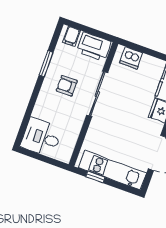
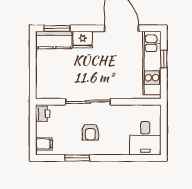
printer: (94, 47) -> (43, 114), width x0.53, depth x0.68
dishwasher: (131, 58) -> (44, 83), removed
window: (95, 177) -> (164, 59), moved

